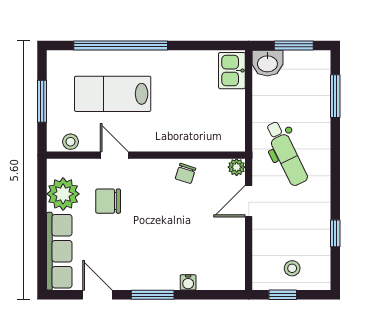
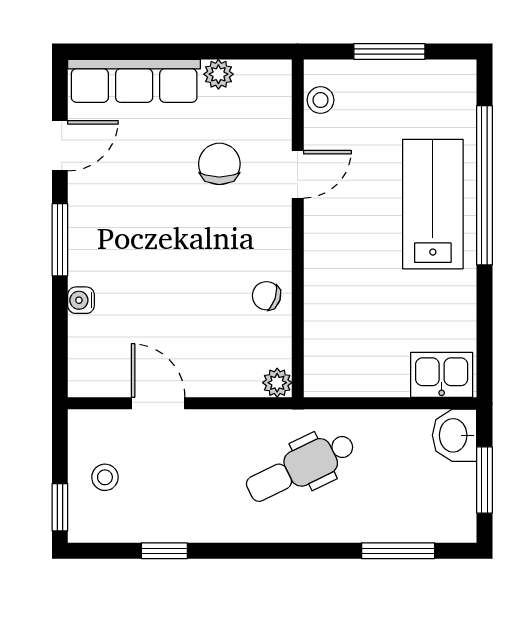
lab bench: (113, 94) -> (433, 204), moved
plant: (63, 194) -> (218, 74), width x0.53, depth x0.53
door: (249, 201) -> (158, 403), moved
window: (283, 295) -> (60, 507), moved

